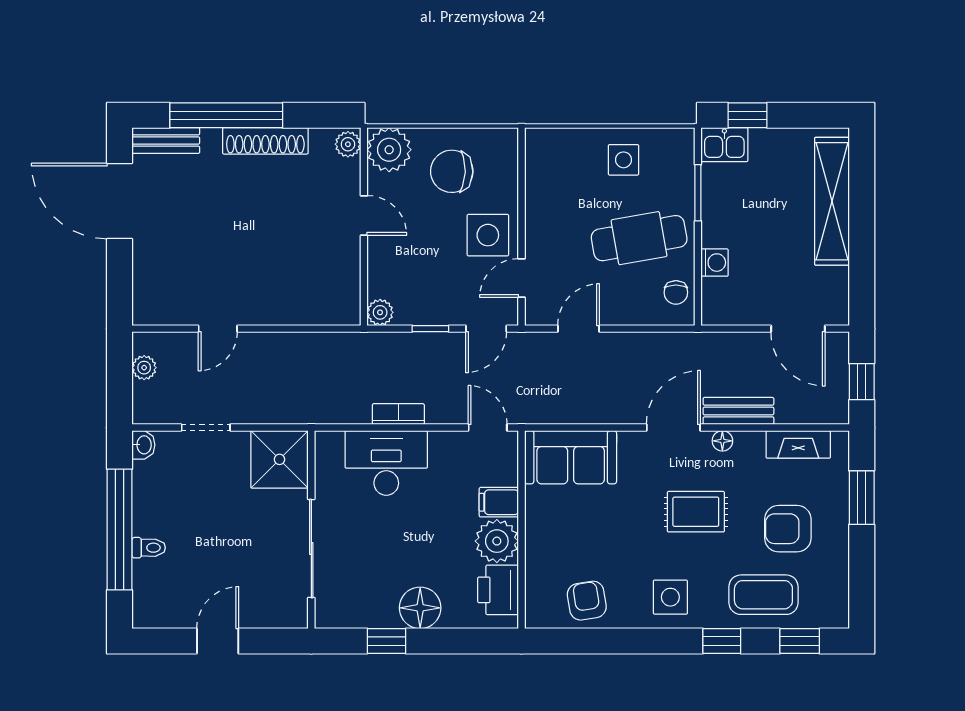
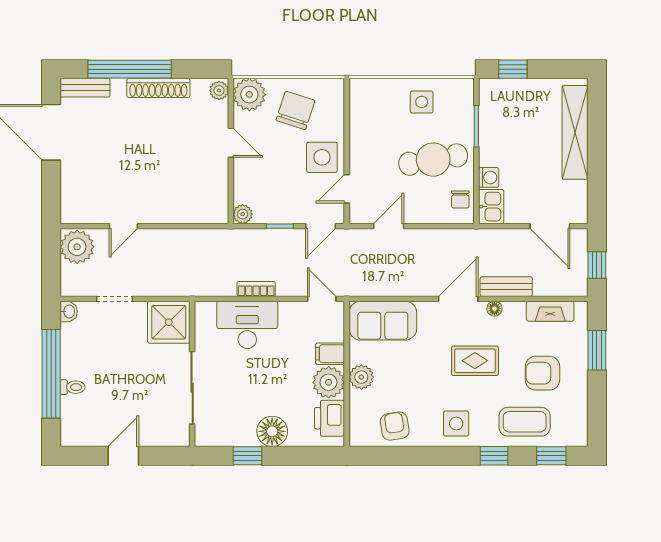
kitchen sink: (724, 145) -> (491, 207), moved, turned -90
chair: (452, 171) -> (295, 110), turned 106
plant: (144, 368) -> (77, 247), width x1.87, depth x1.87
plant: (541, 534) -> (361, 377), added

